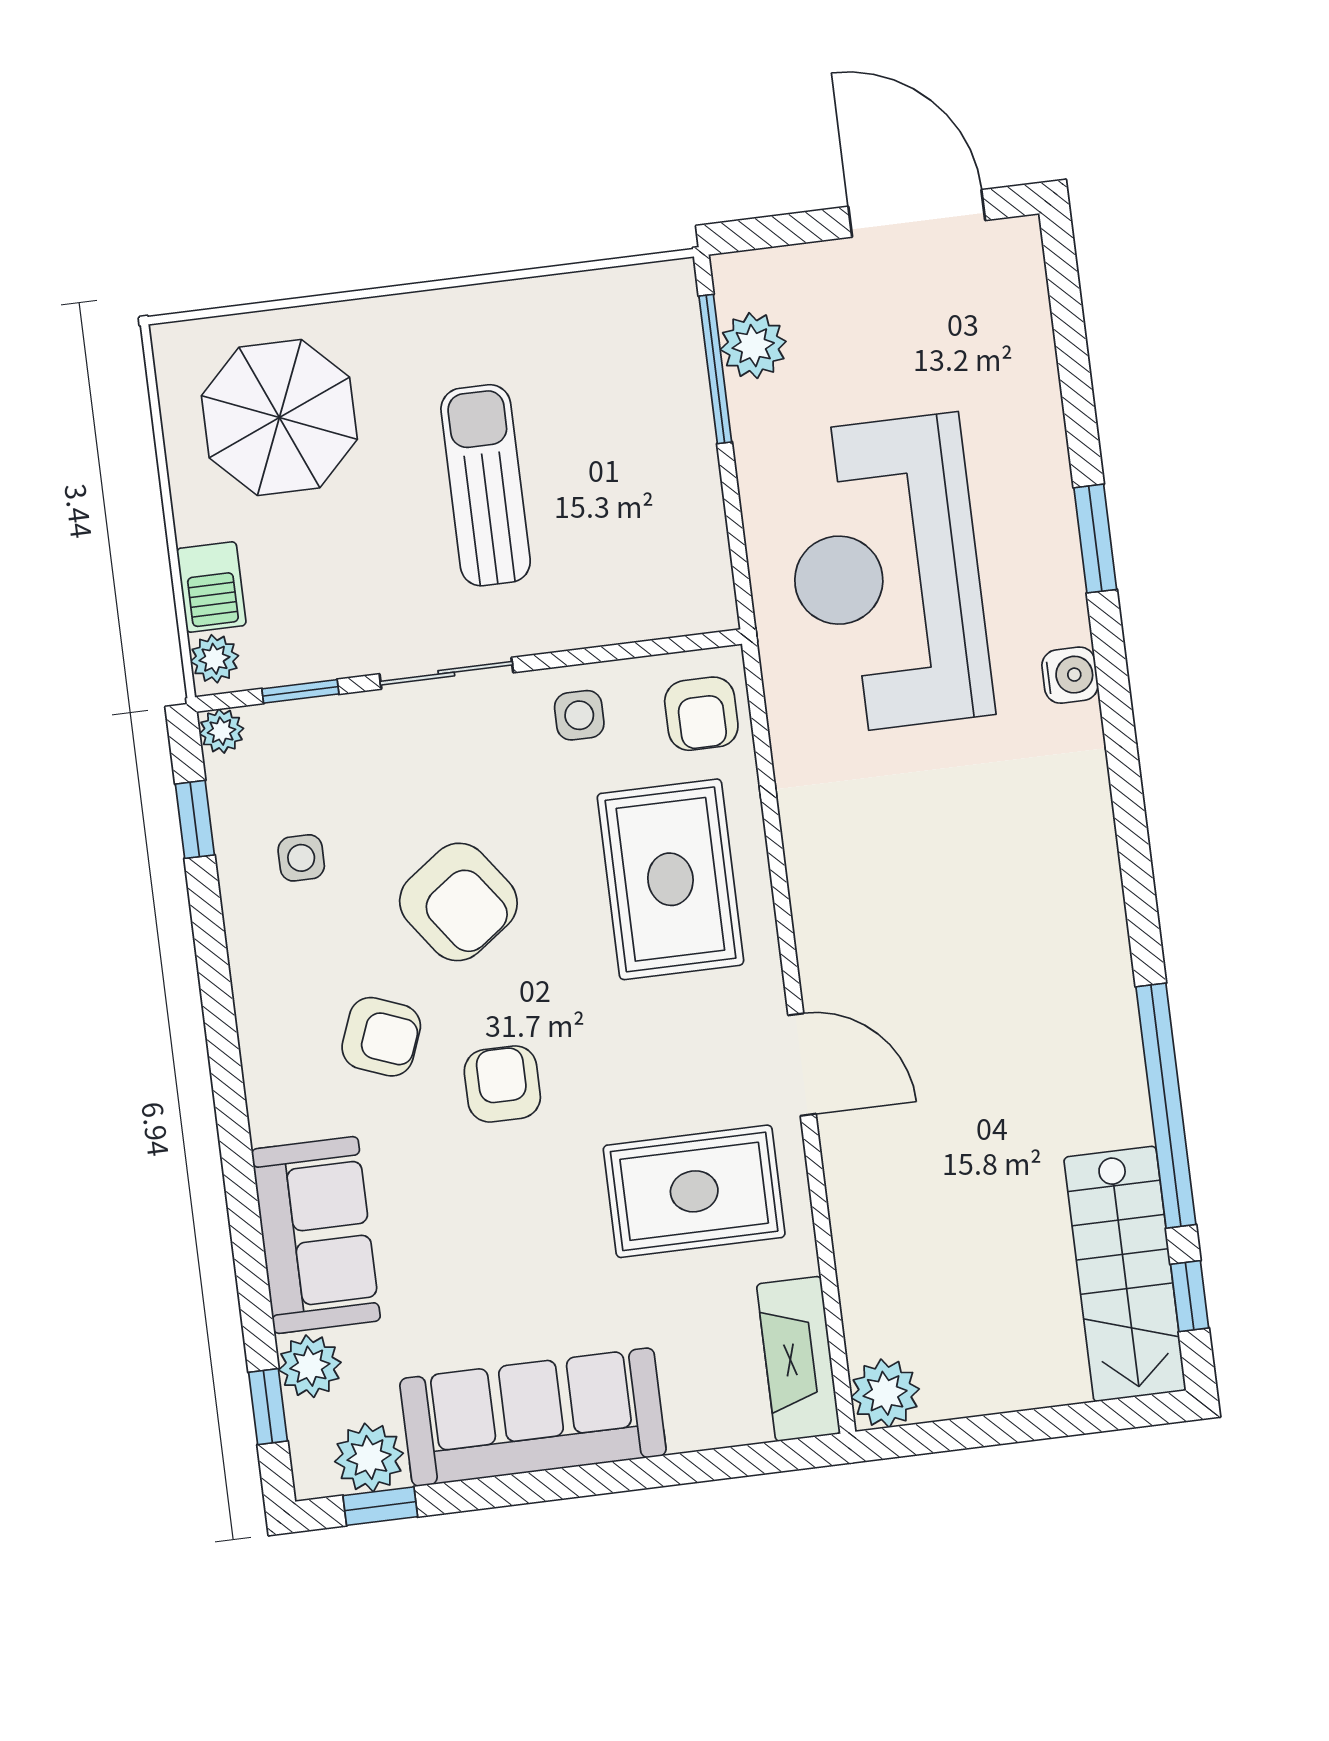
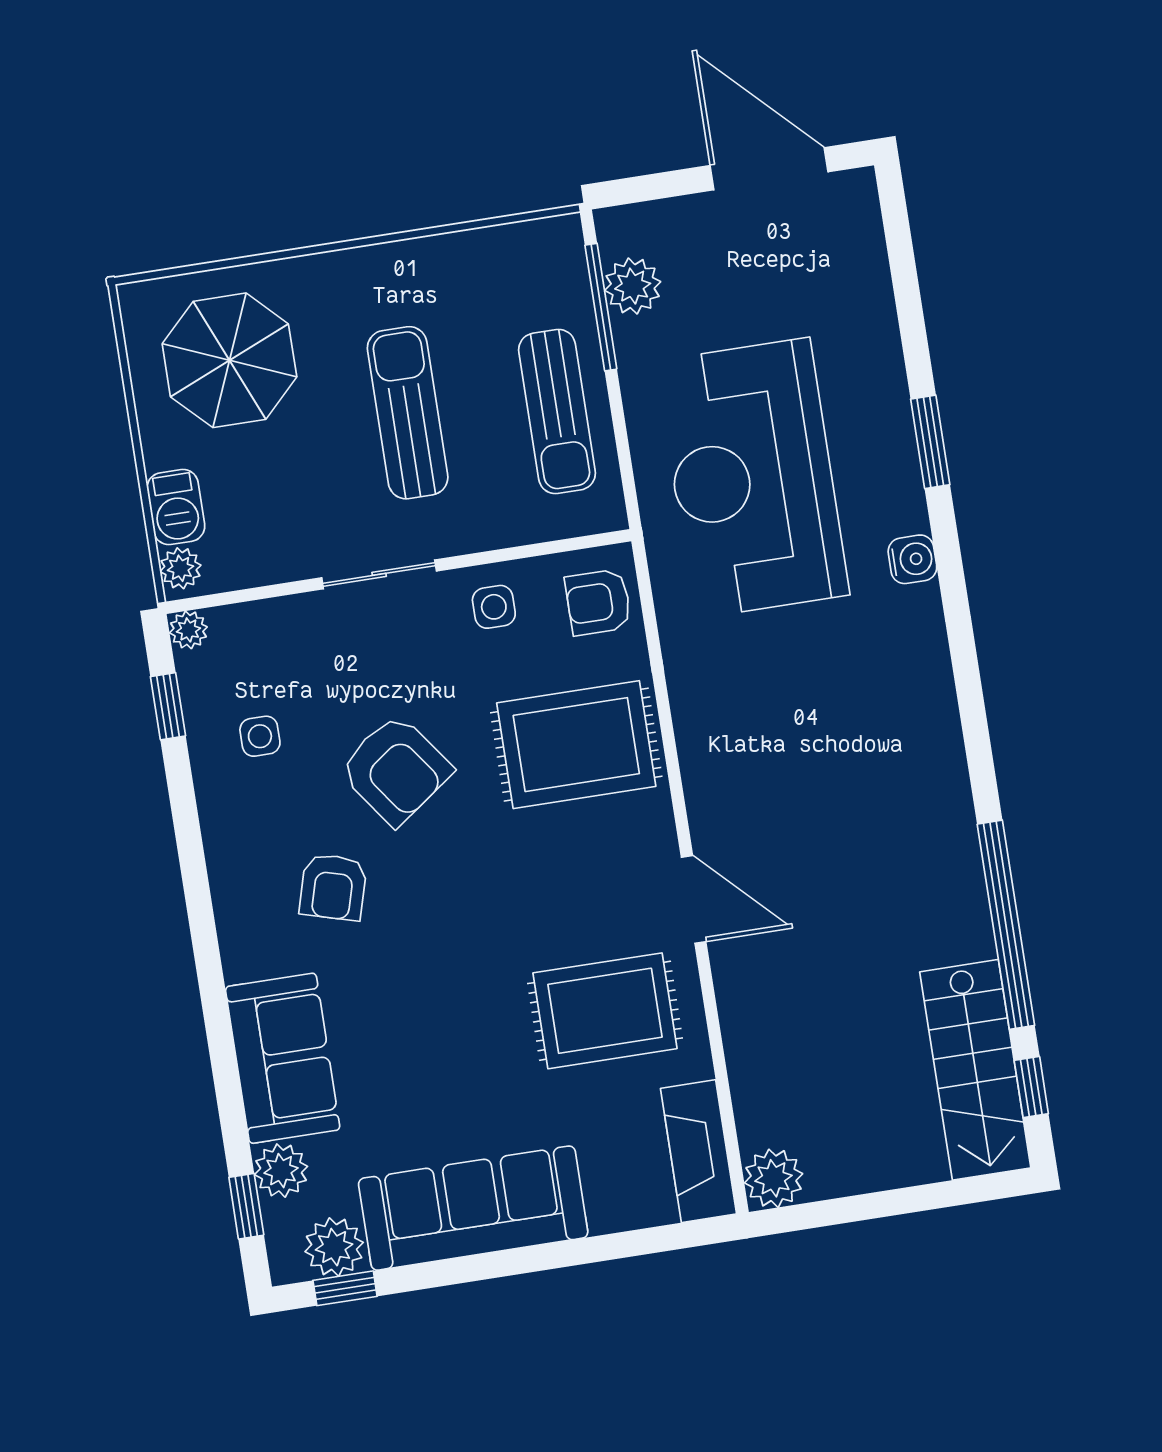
sun lounger: (660, 489) -> (557, 412), added
window: (300, 691) -> (255, 594), removed
armchair: (701, 714) -> (598, 602), turned 90
rug: (670, 879) -> (576, 745), turned 90
armchair: (381, 1037) -> (333, 887), turned 85
armchair: (502, 1084) -> (438, 924), removed

